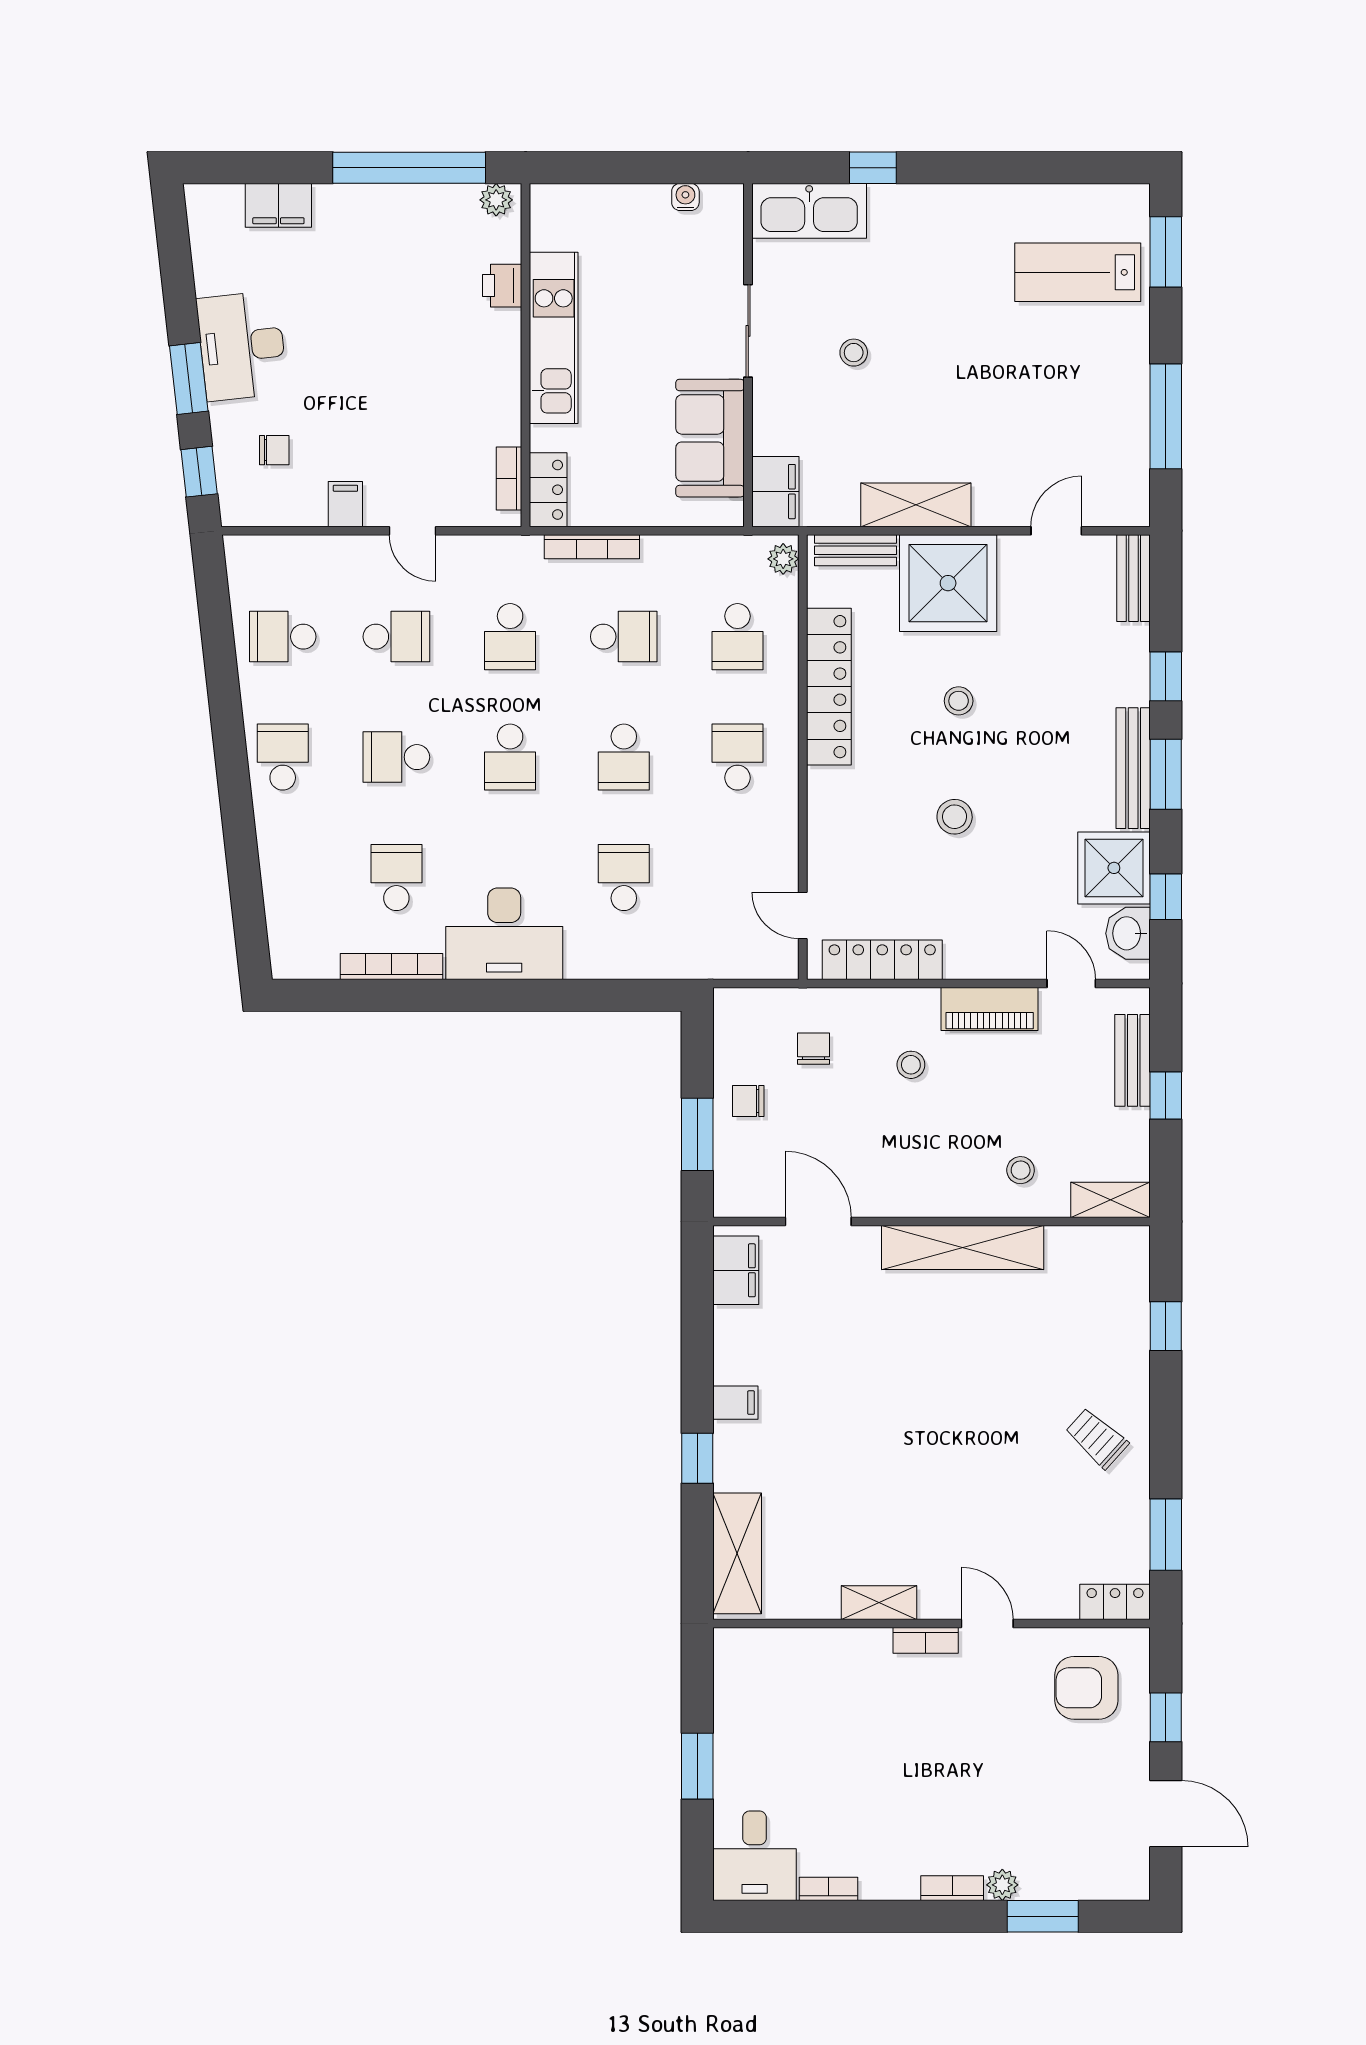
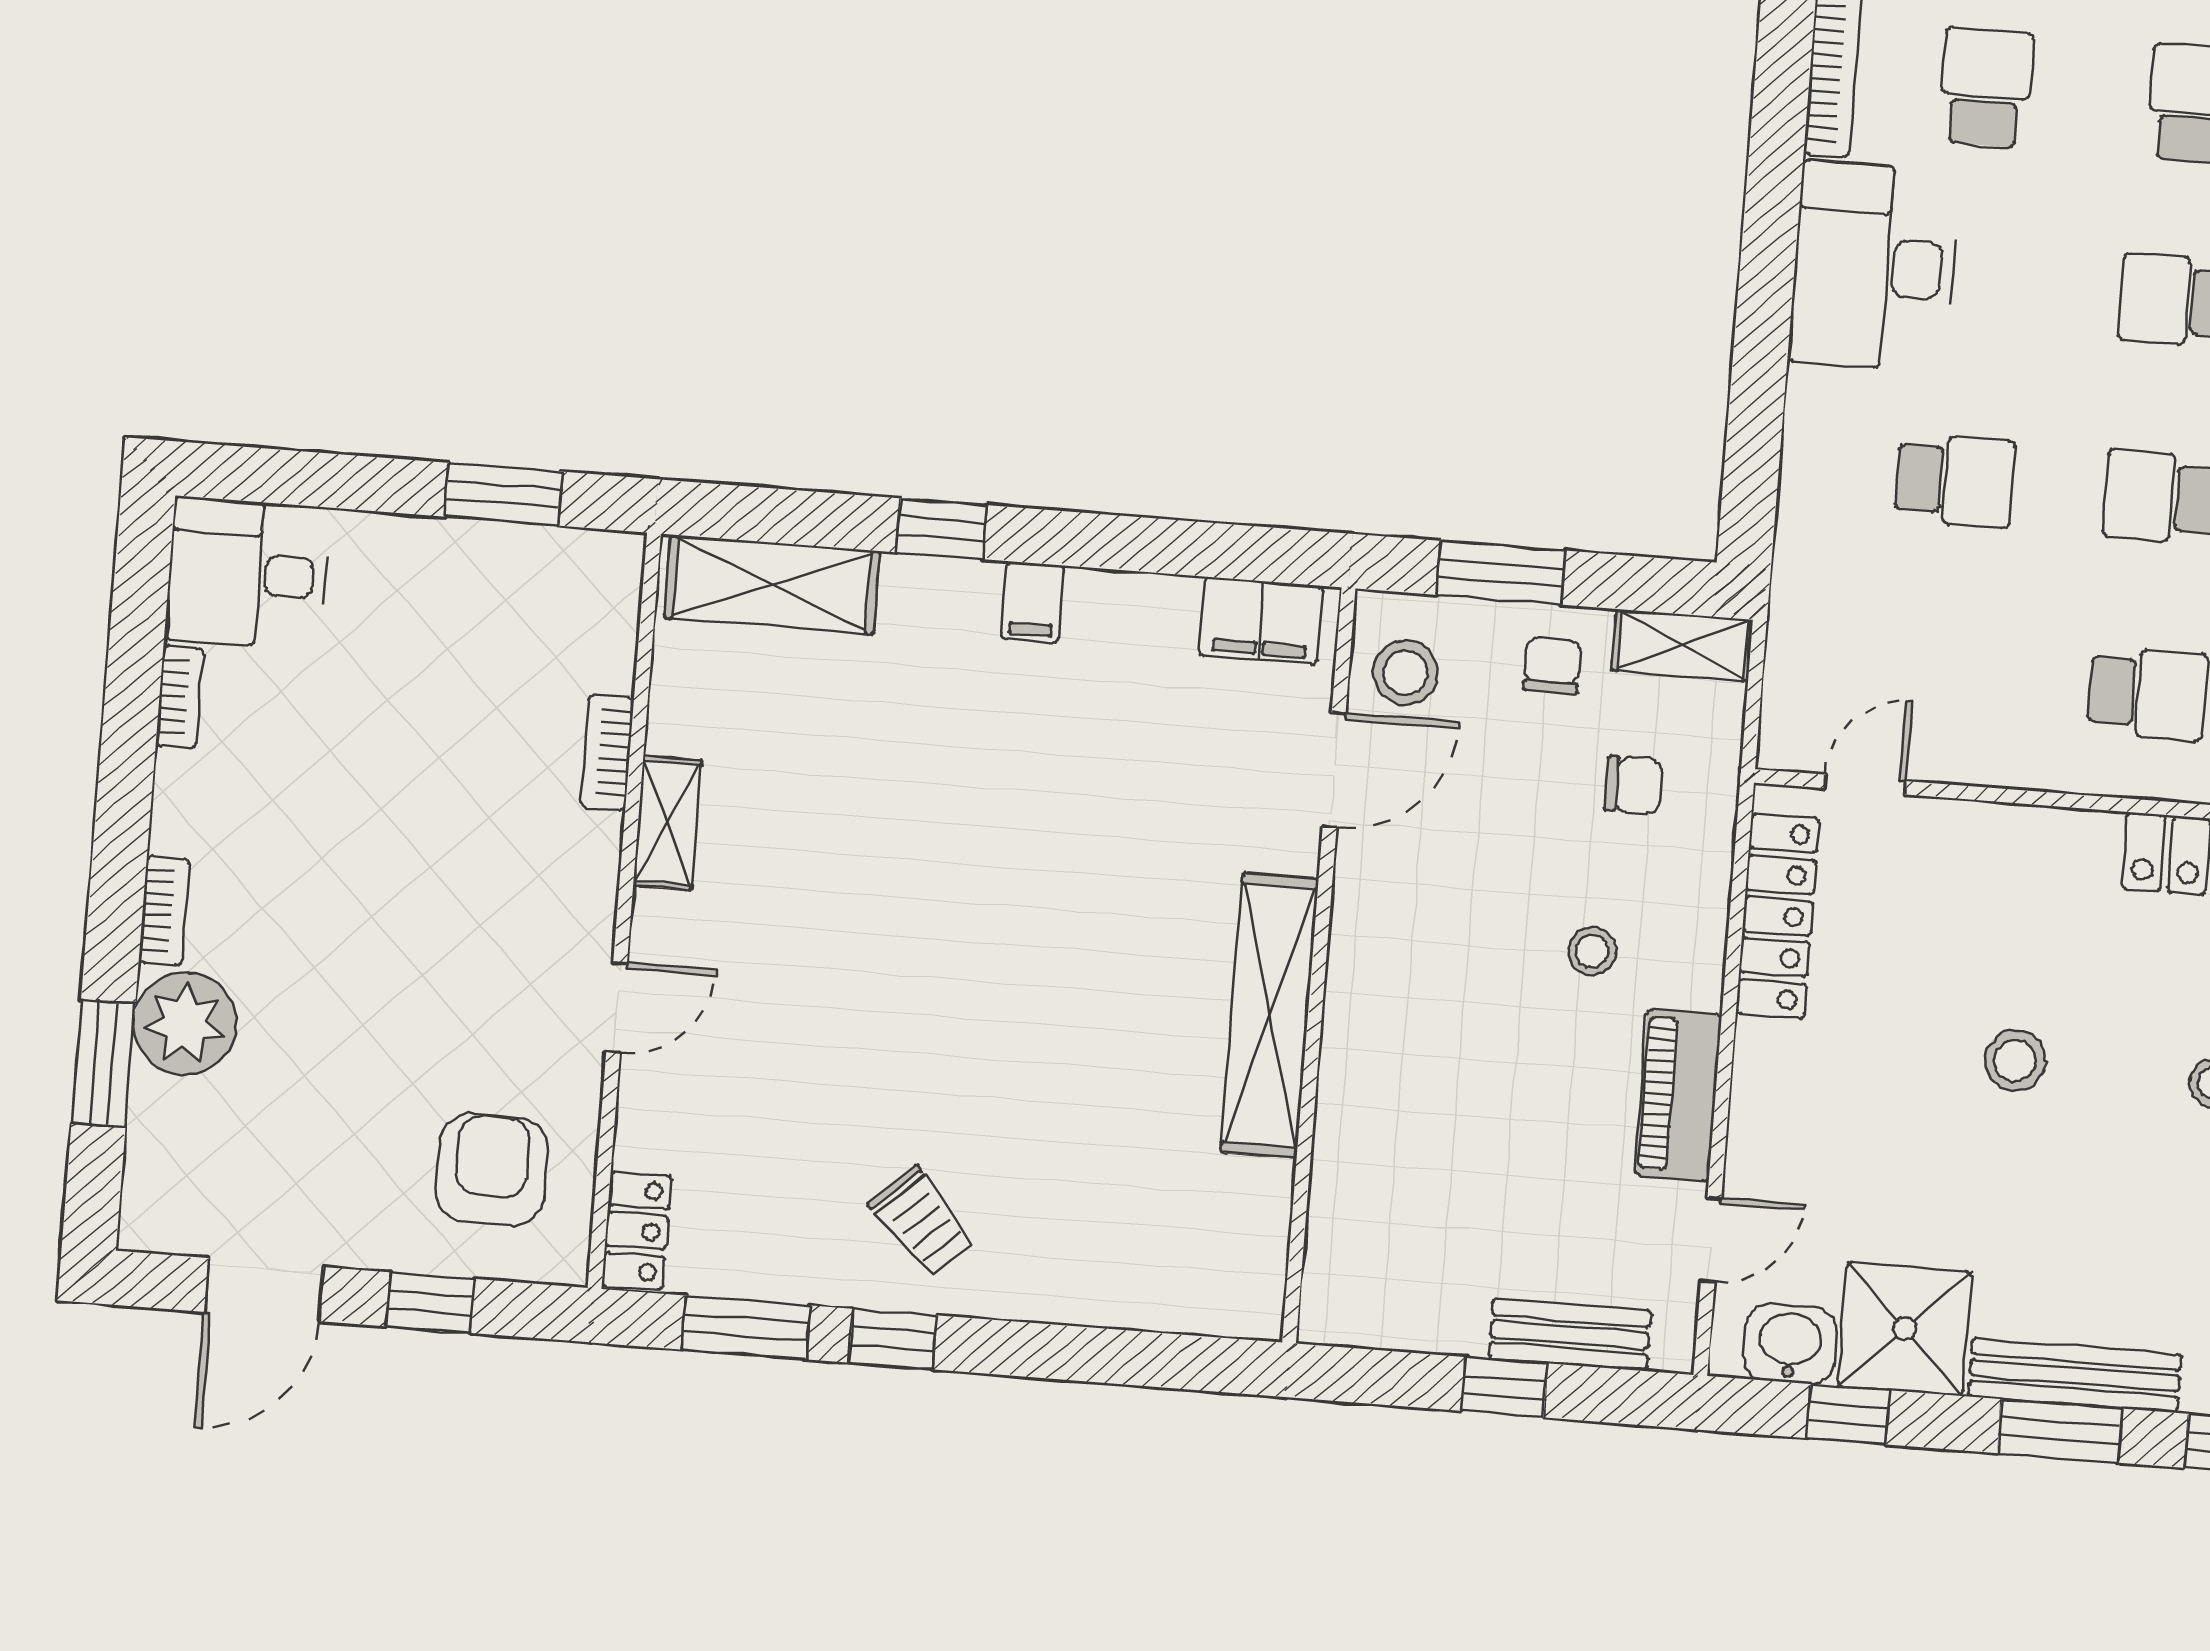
school desk: (396, 878) -> (1986, 88), turned -90
stool: (1021, 1170) -> (1405, 672), moved, width x1.37, depth x1.37
shelving: (1110, 1200) -> (1682, 645), moved, turned 90
window: (1166, 1326) -> (893, 1339), moved
trolley: (1097, 1438) -> (922, 1222), turned 95
bookcase: (926, 1640) -> (607, 752), moved
window: (697, 1766) -> (503, 494), moved
plant: (1002, 1885) -> (185, 1023), width x1.88, depth x1.88

